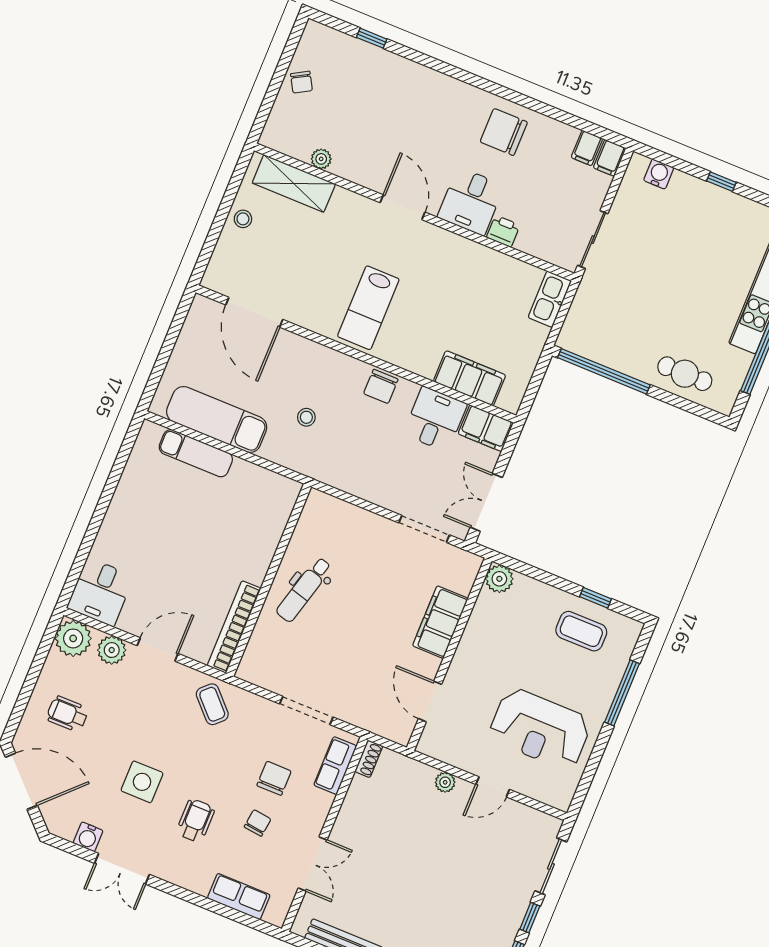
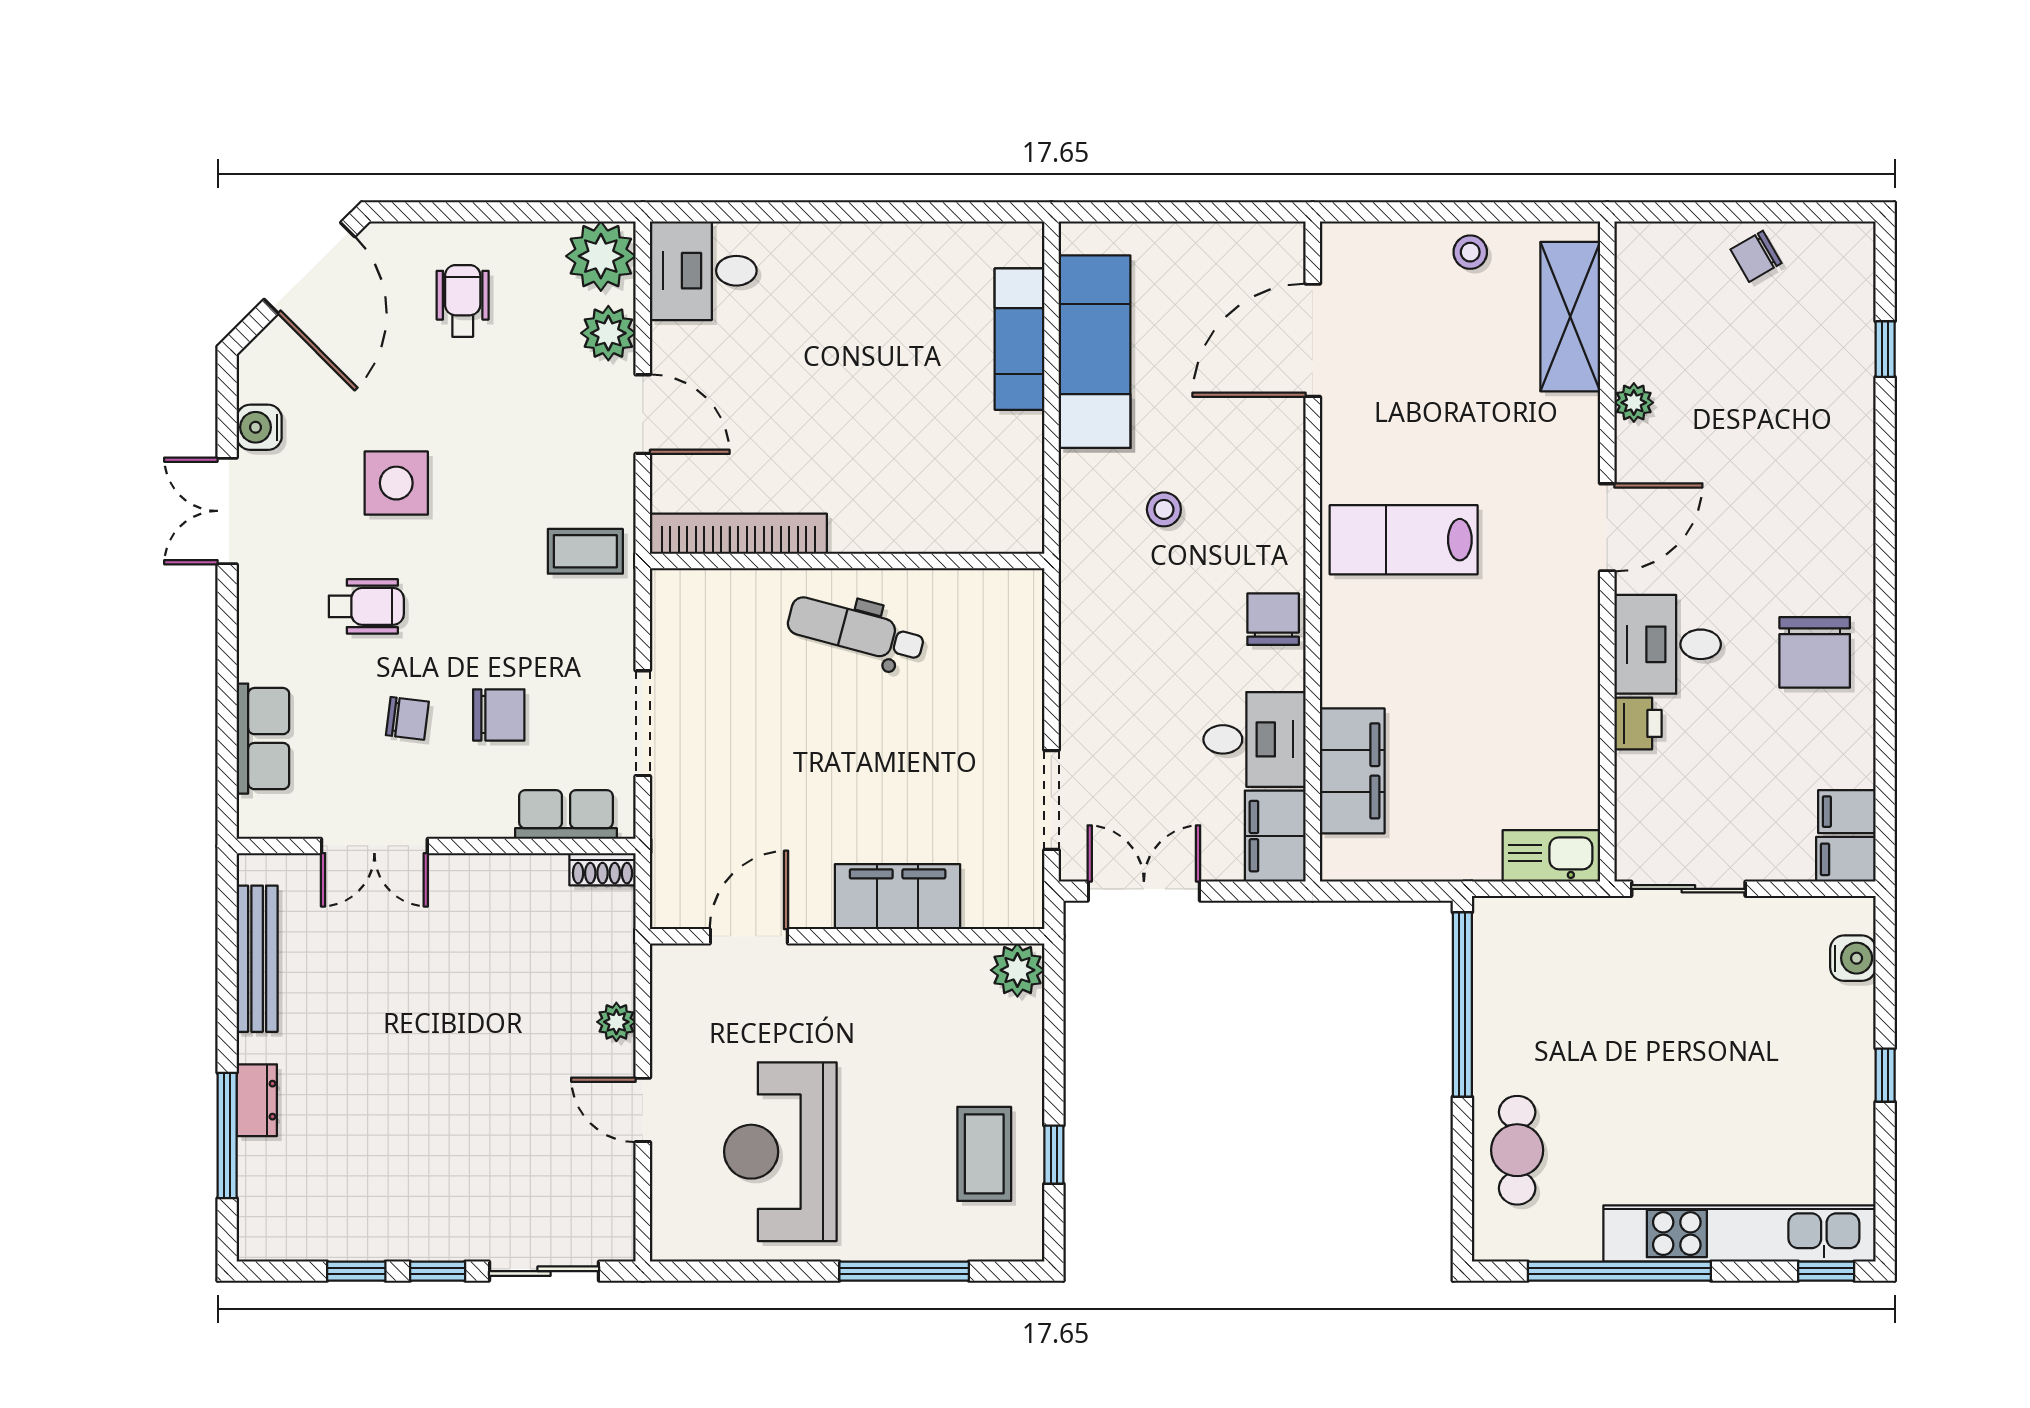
chair: (504, 132) -> (1815, 652), turned 180
plant: (321, 159) -> (1634, 403), moved
chair: (381, 386) -> (1273, 619), turned 90
coffee table: (212, 704) -> (585, 551), turned 44

